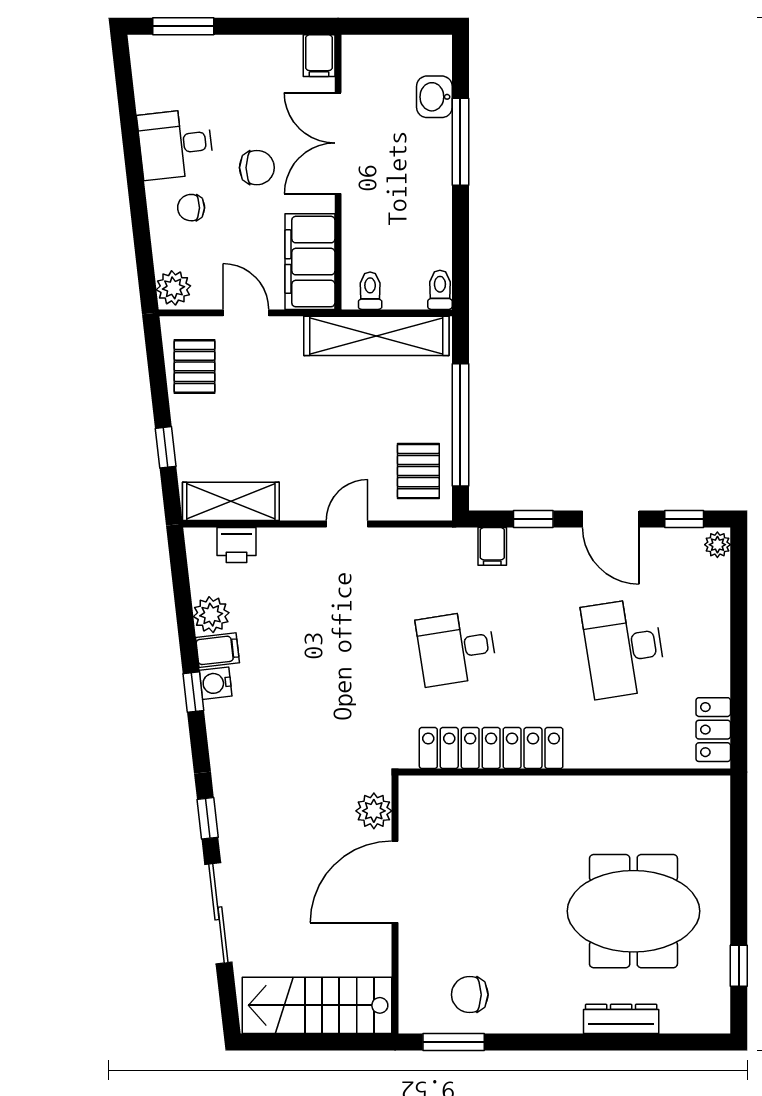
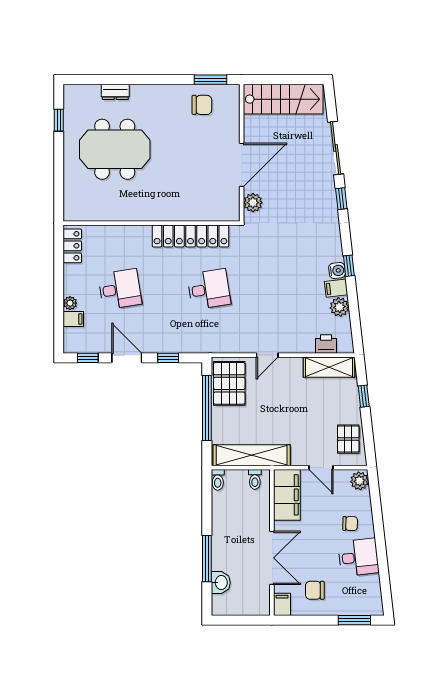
chair: (257, 168) -> (315, 590), moved
pallet: (418, 471) -> (229, 383), width x1.50, depth x1.42
plant: (717, 545) -> (70, 303), moved
filing cabinet: (492, 546) -> (73, 319), moved, turned 90
desk: (624, 648) -> (120, 289), width x0.73
dresser: (621, 1019) -> (115, 92), width x0.70

